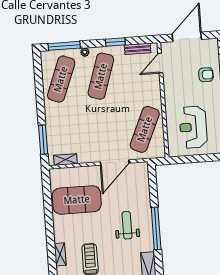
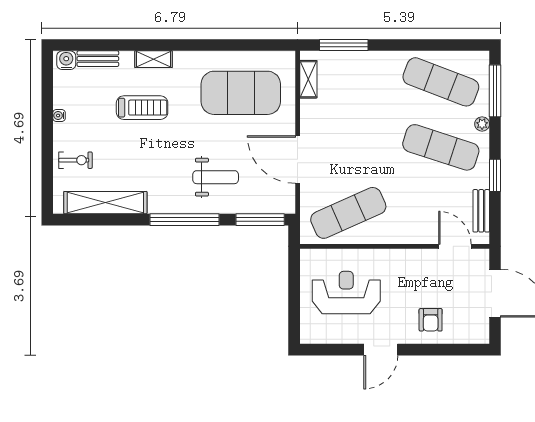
exercise mat: (145, 129) -> (348, 213), turned -48
window: (153, 183) -> (260, 220), added
exercise mat: (77, 200) -> (241, 93), turned 90
weight bench: (127, 225) -> (216, 177), moved

